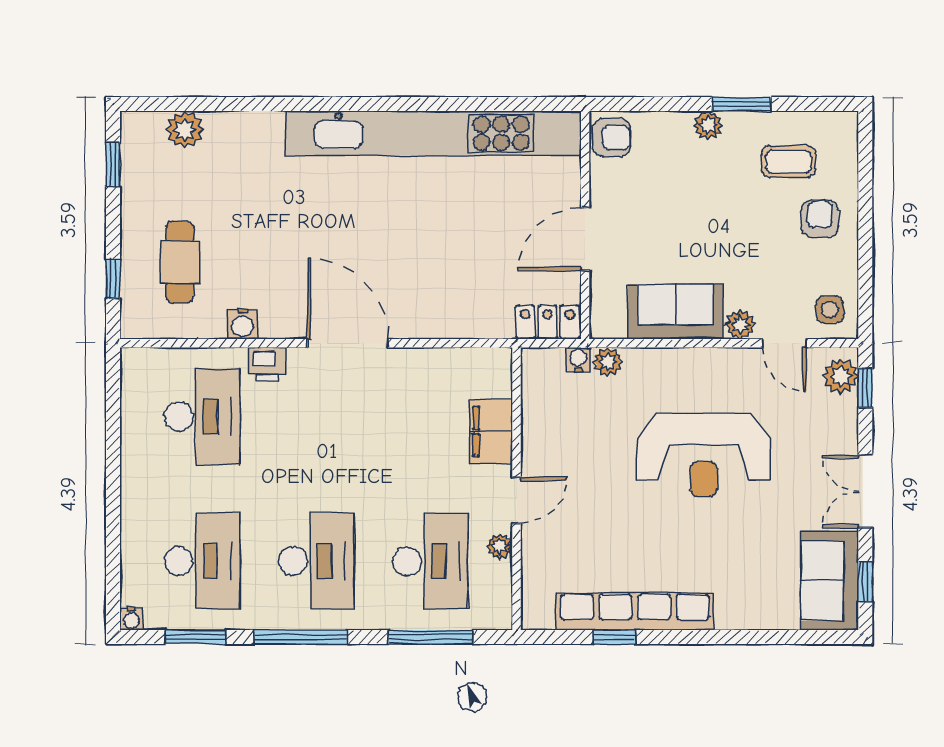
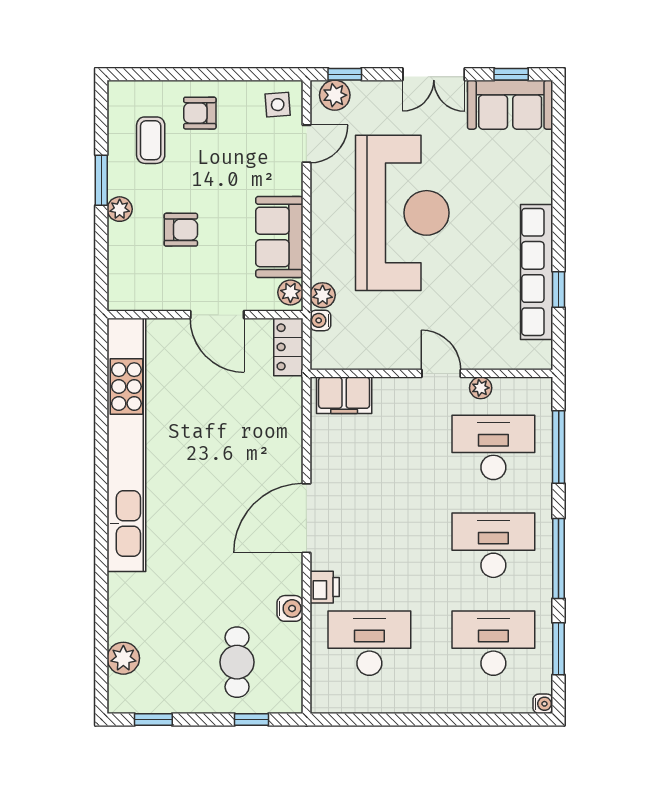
armchair: (611, 137) -> (181, 230), moved, turned 90
cafe table: (180, 262) -> (237, 662), turned 90
plant: (740, 324) -> (290, 292), moved
filing cabinet: (491, 431) -> (344, 395), moved
reception desk: (704, 455) -> (402, 213), width x1.36, depth x1.30

